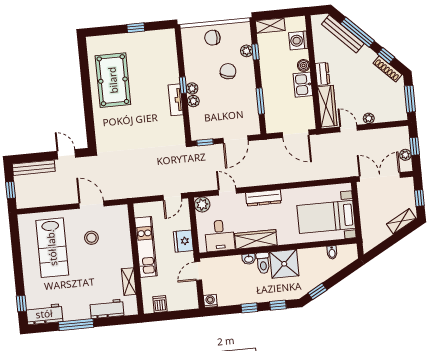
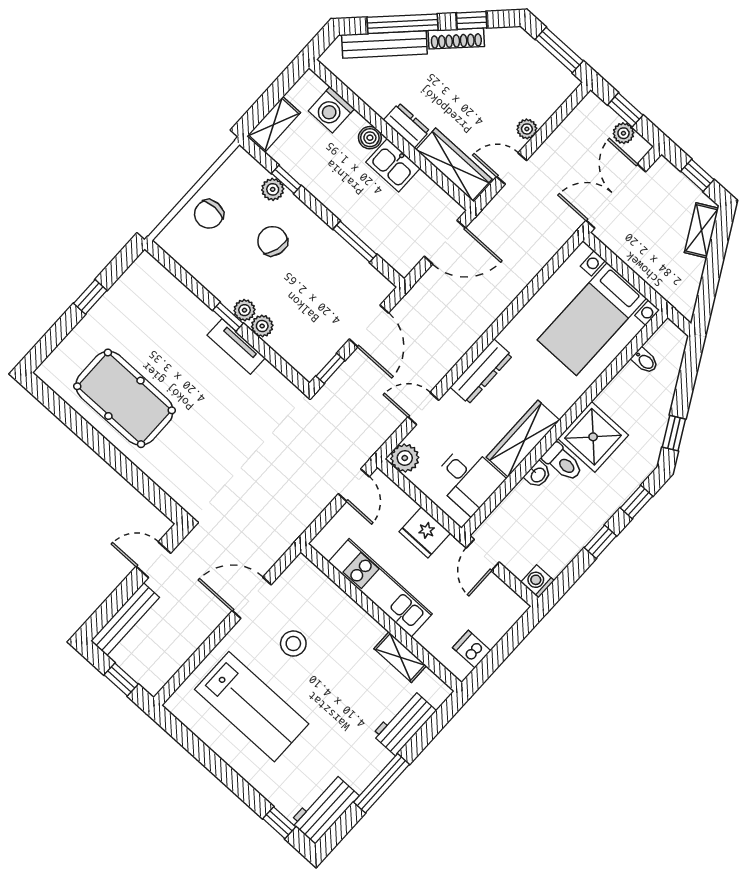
shoe rack: (387, 69) -> (456, 38), moved

